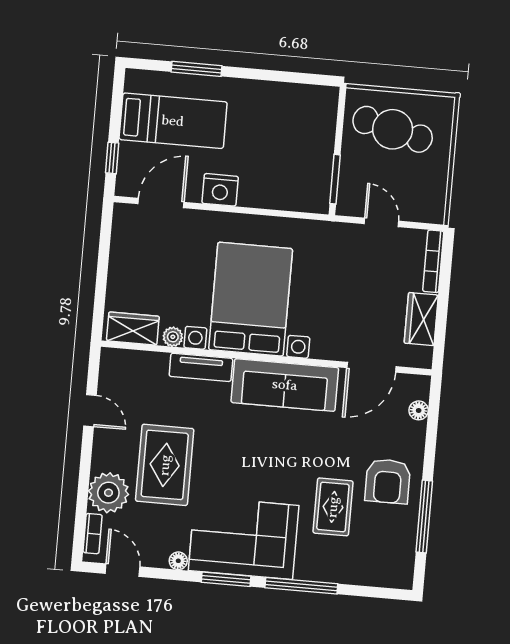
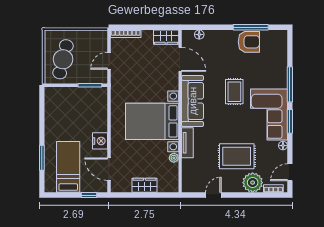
wardrobe: (421, 319) -> (166, 37), moved
wardrobe: (133, 329) -> (144, 185), moved, turned 90
armchair: (388, 481) -> (249, 42), moved
rug: (333, 507) -> (234, 92), moved, turned 90

